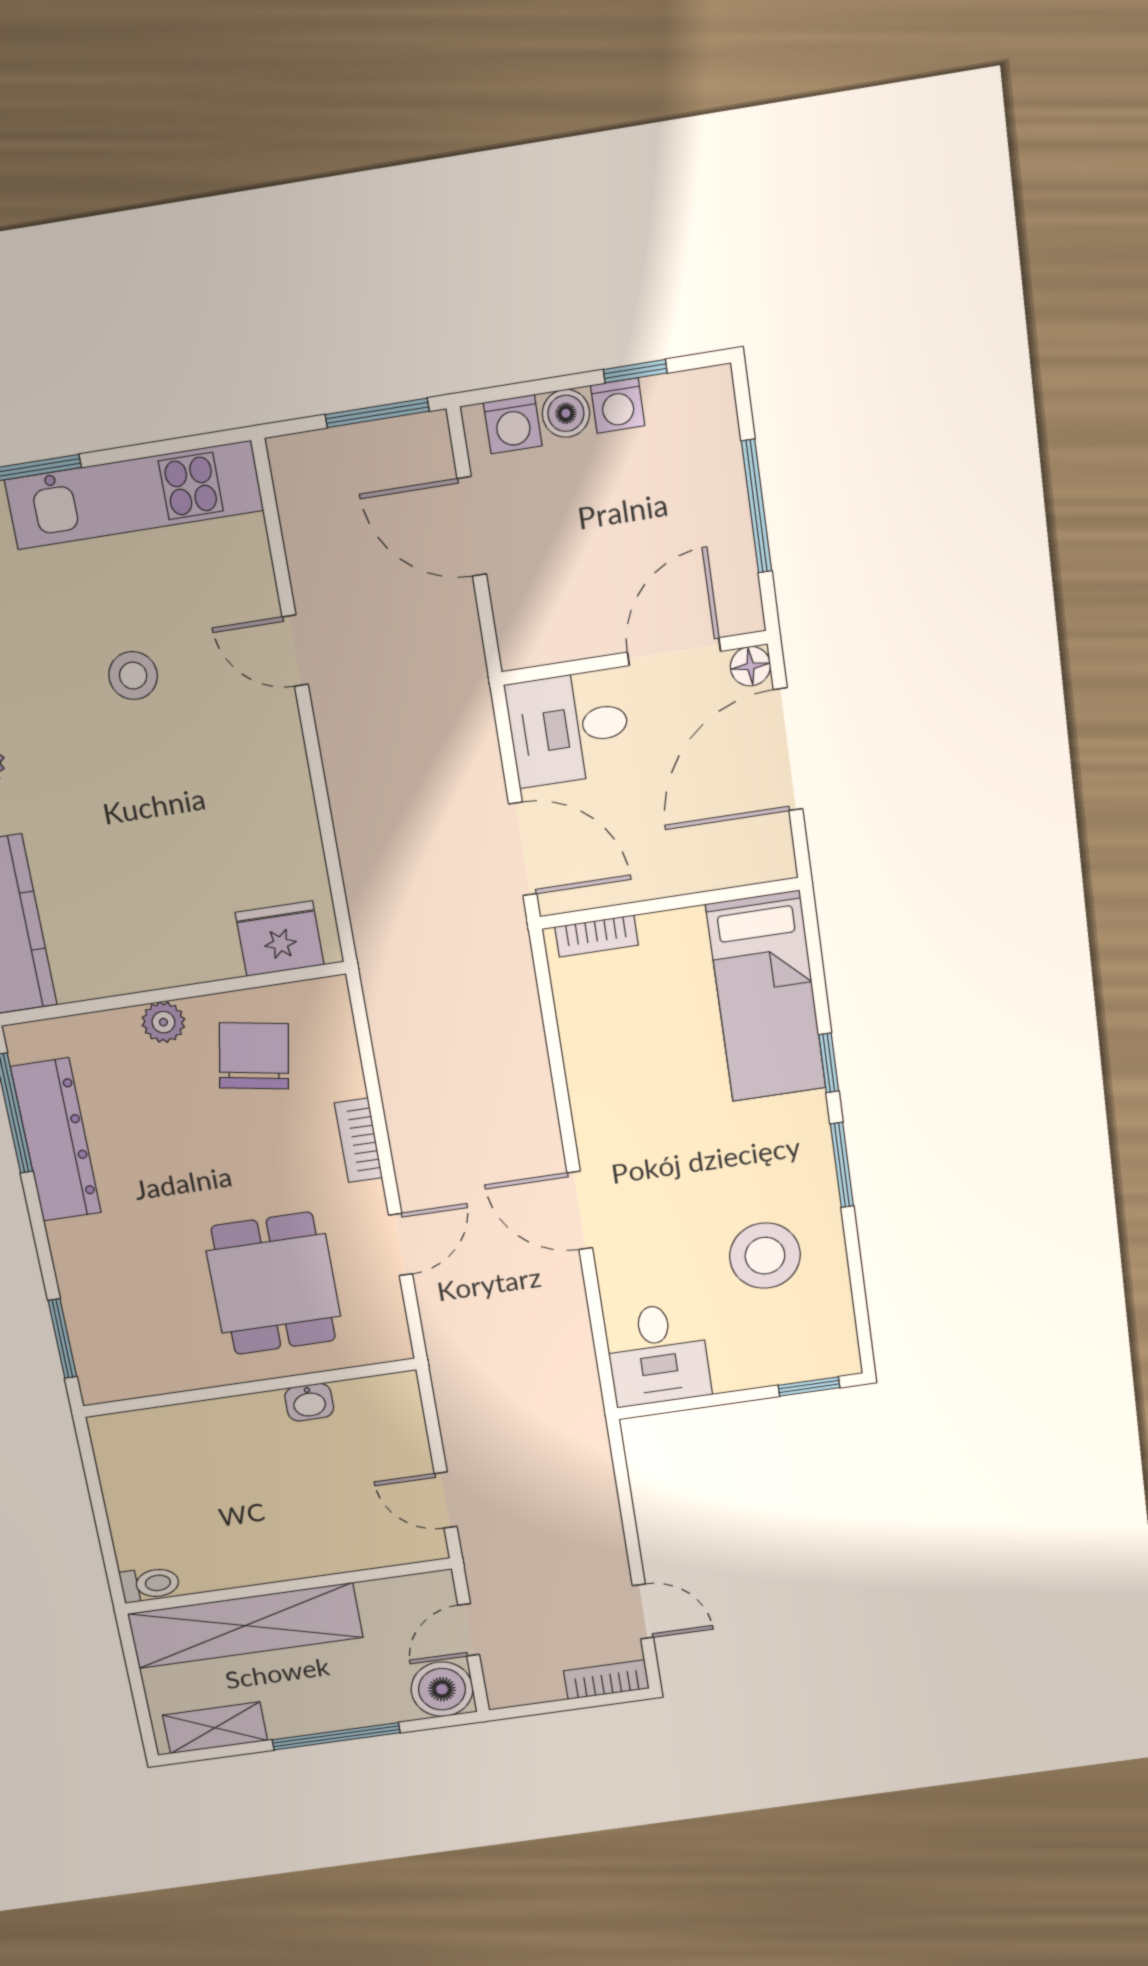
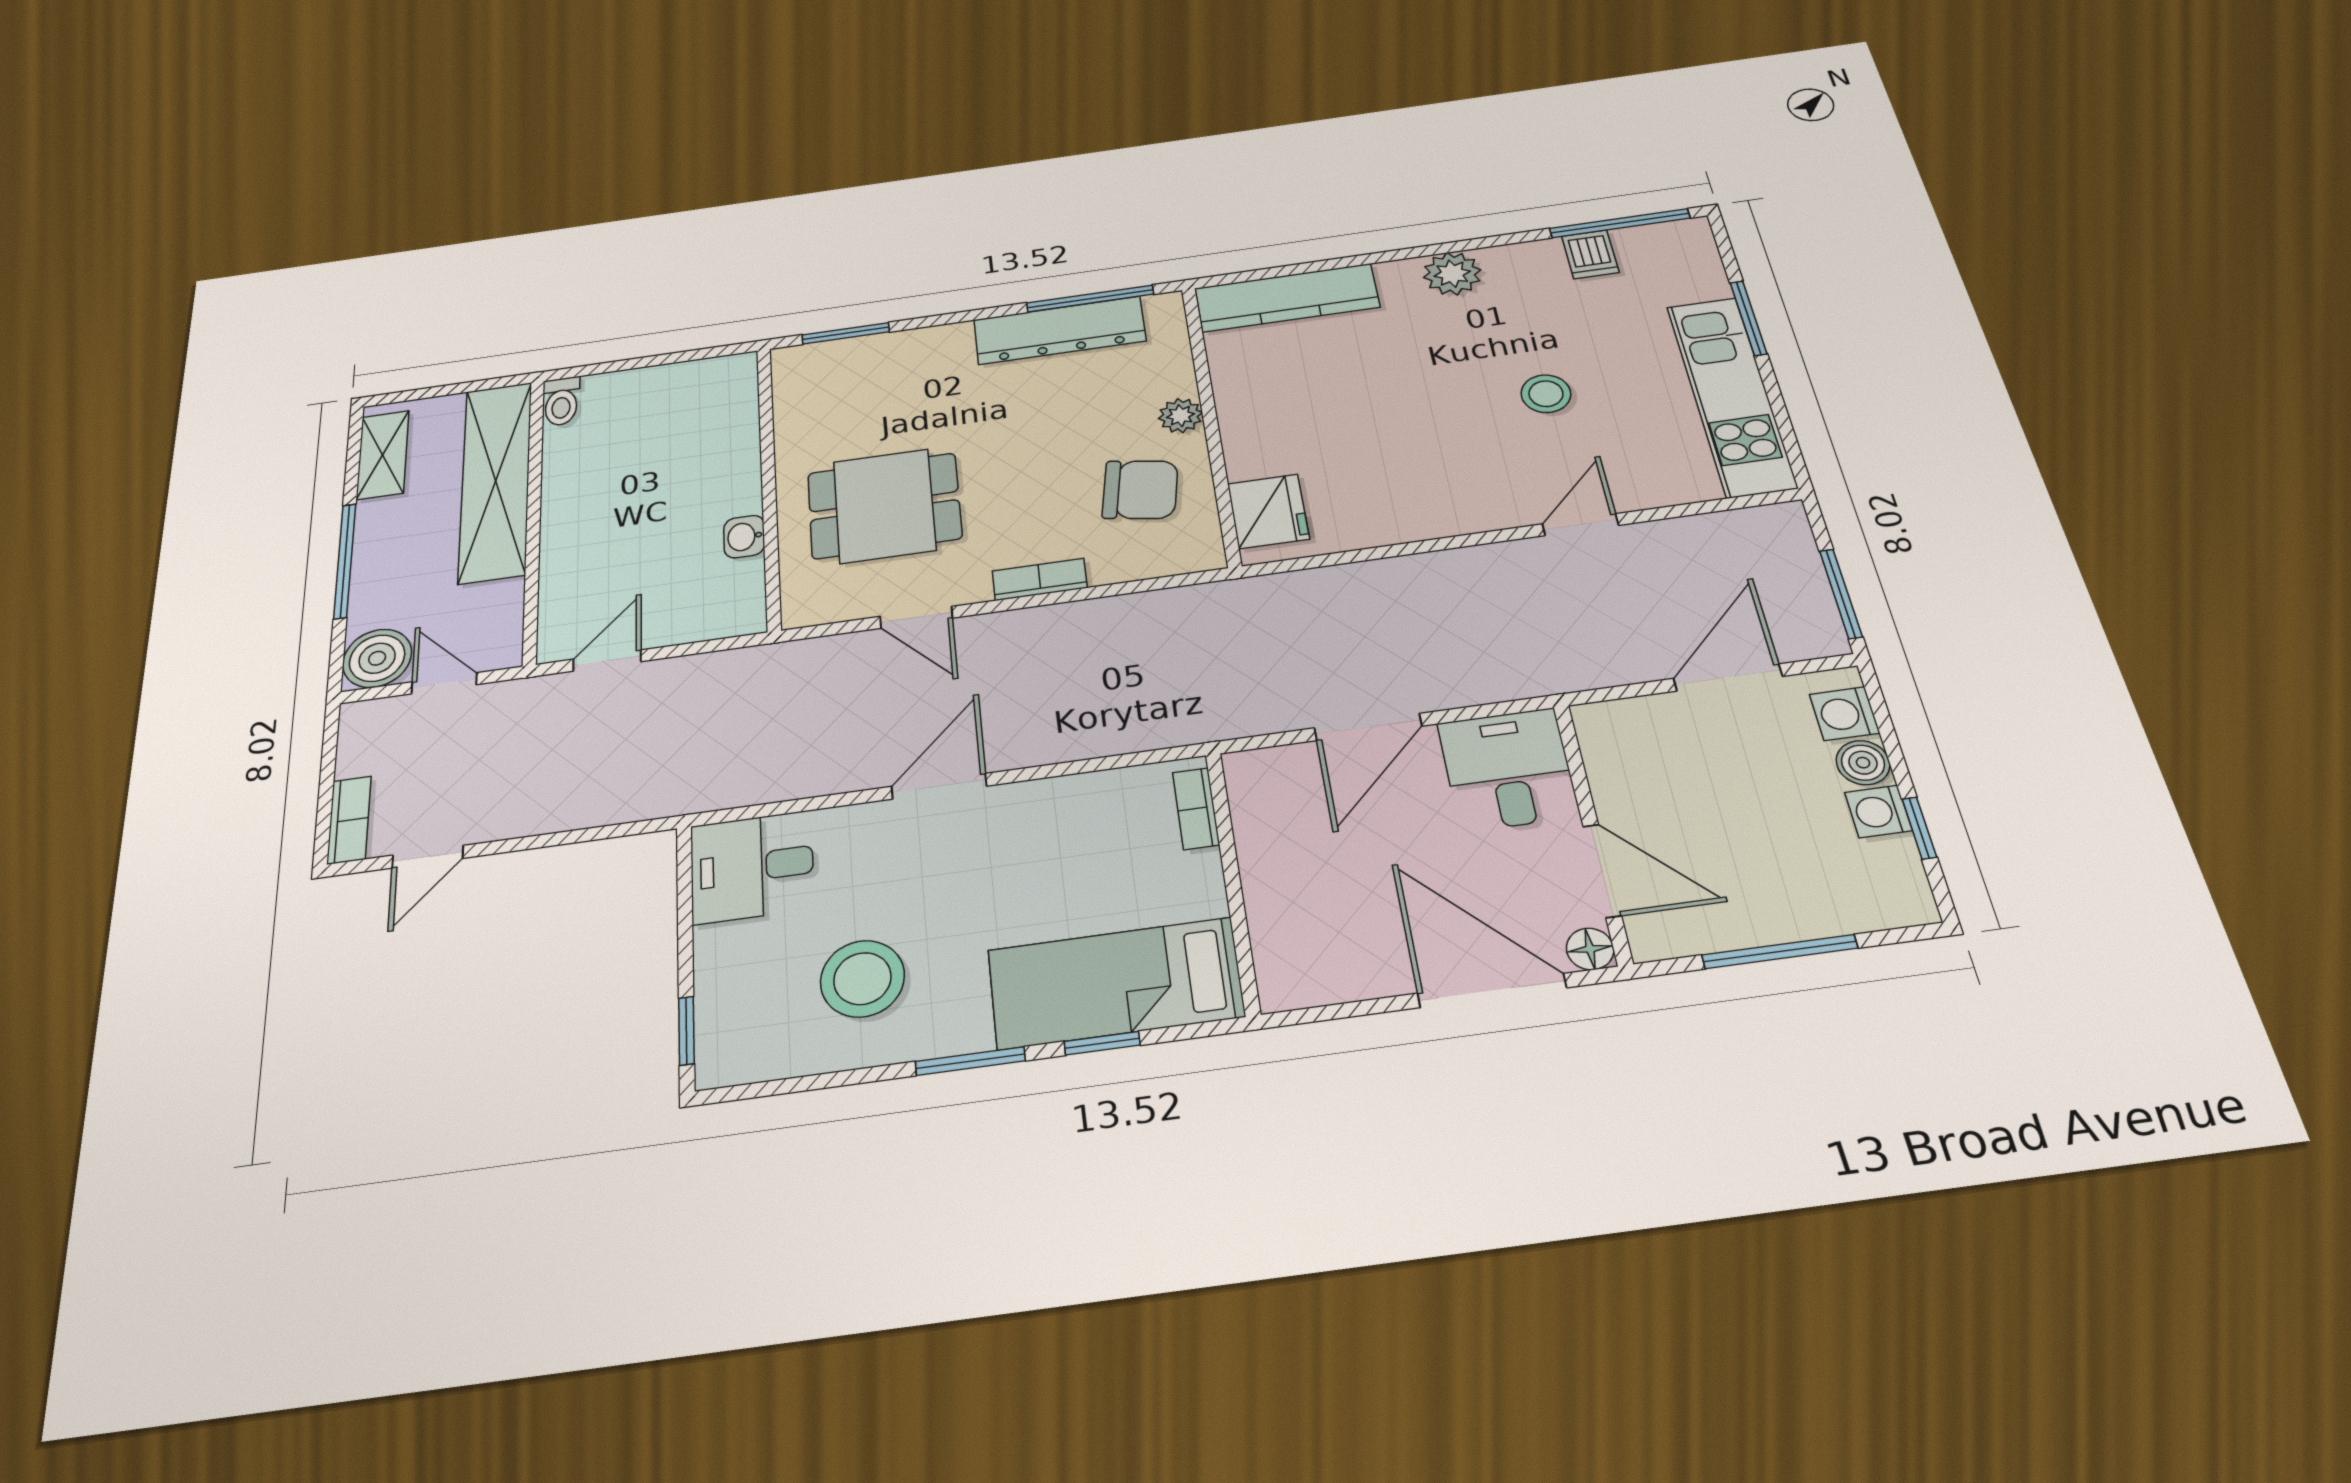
wall: (670, 903) -> (1233, 881), moved
bookcase: (597, 936) -> (1196, 809), moved
bed: (766, 997) -> (1115, 983), moved

